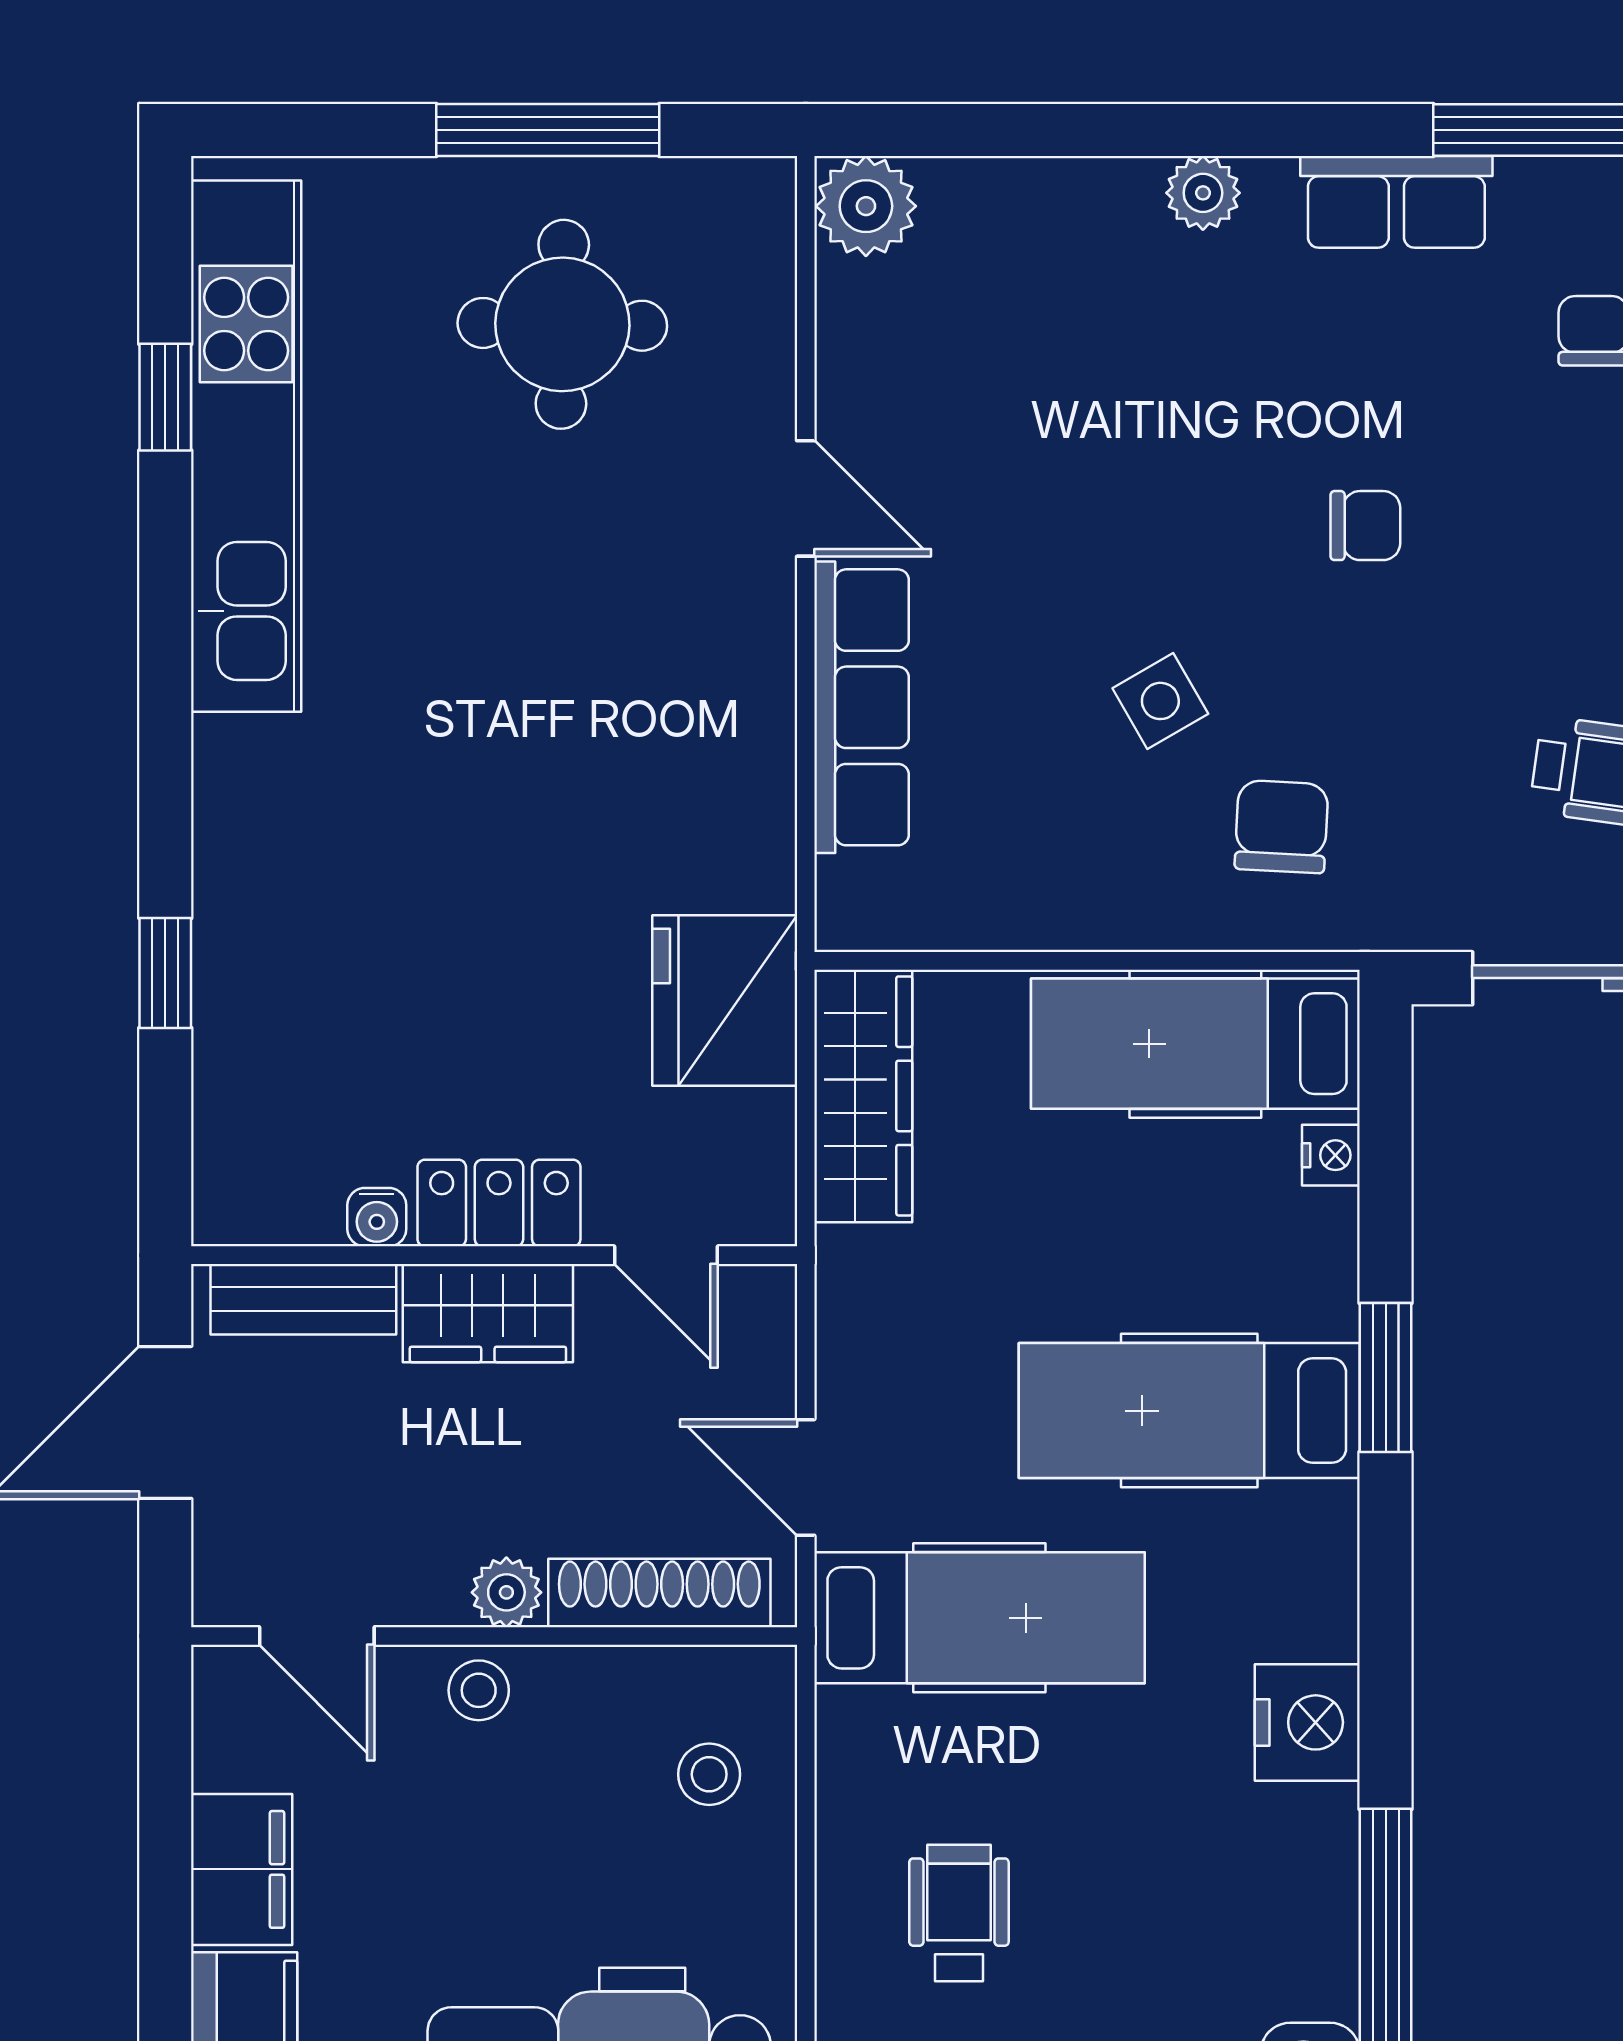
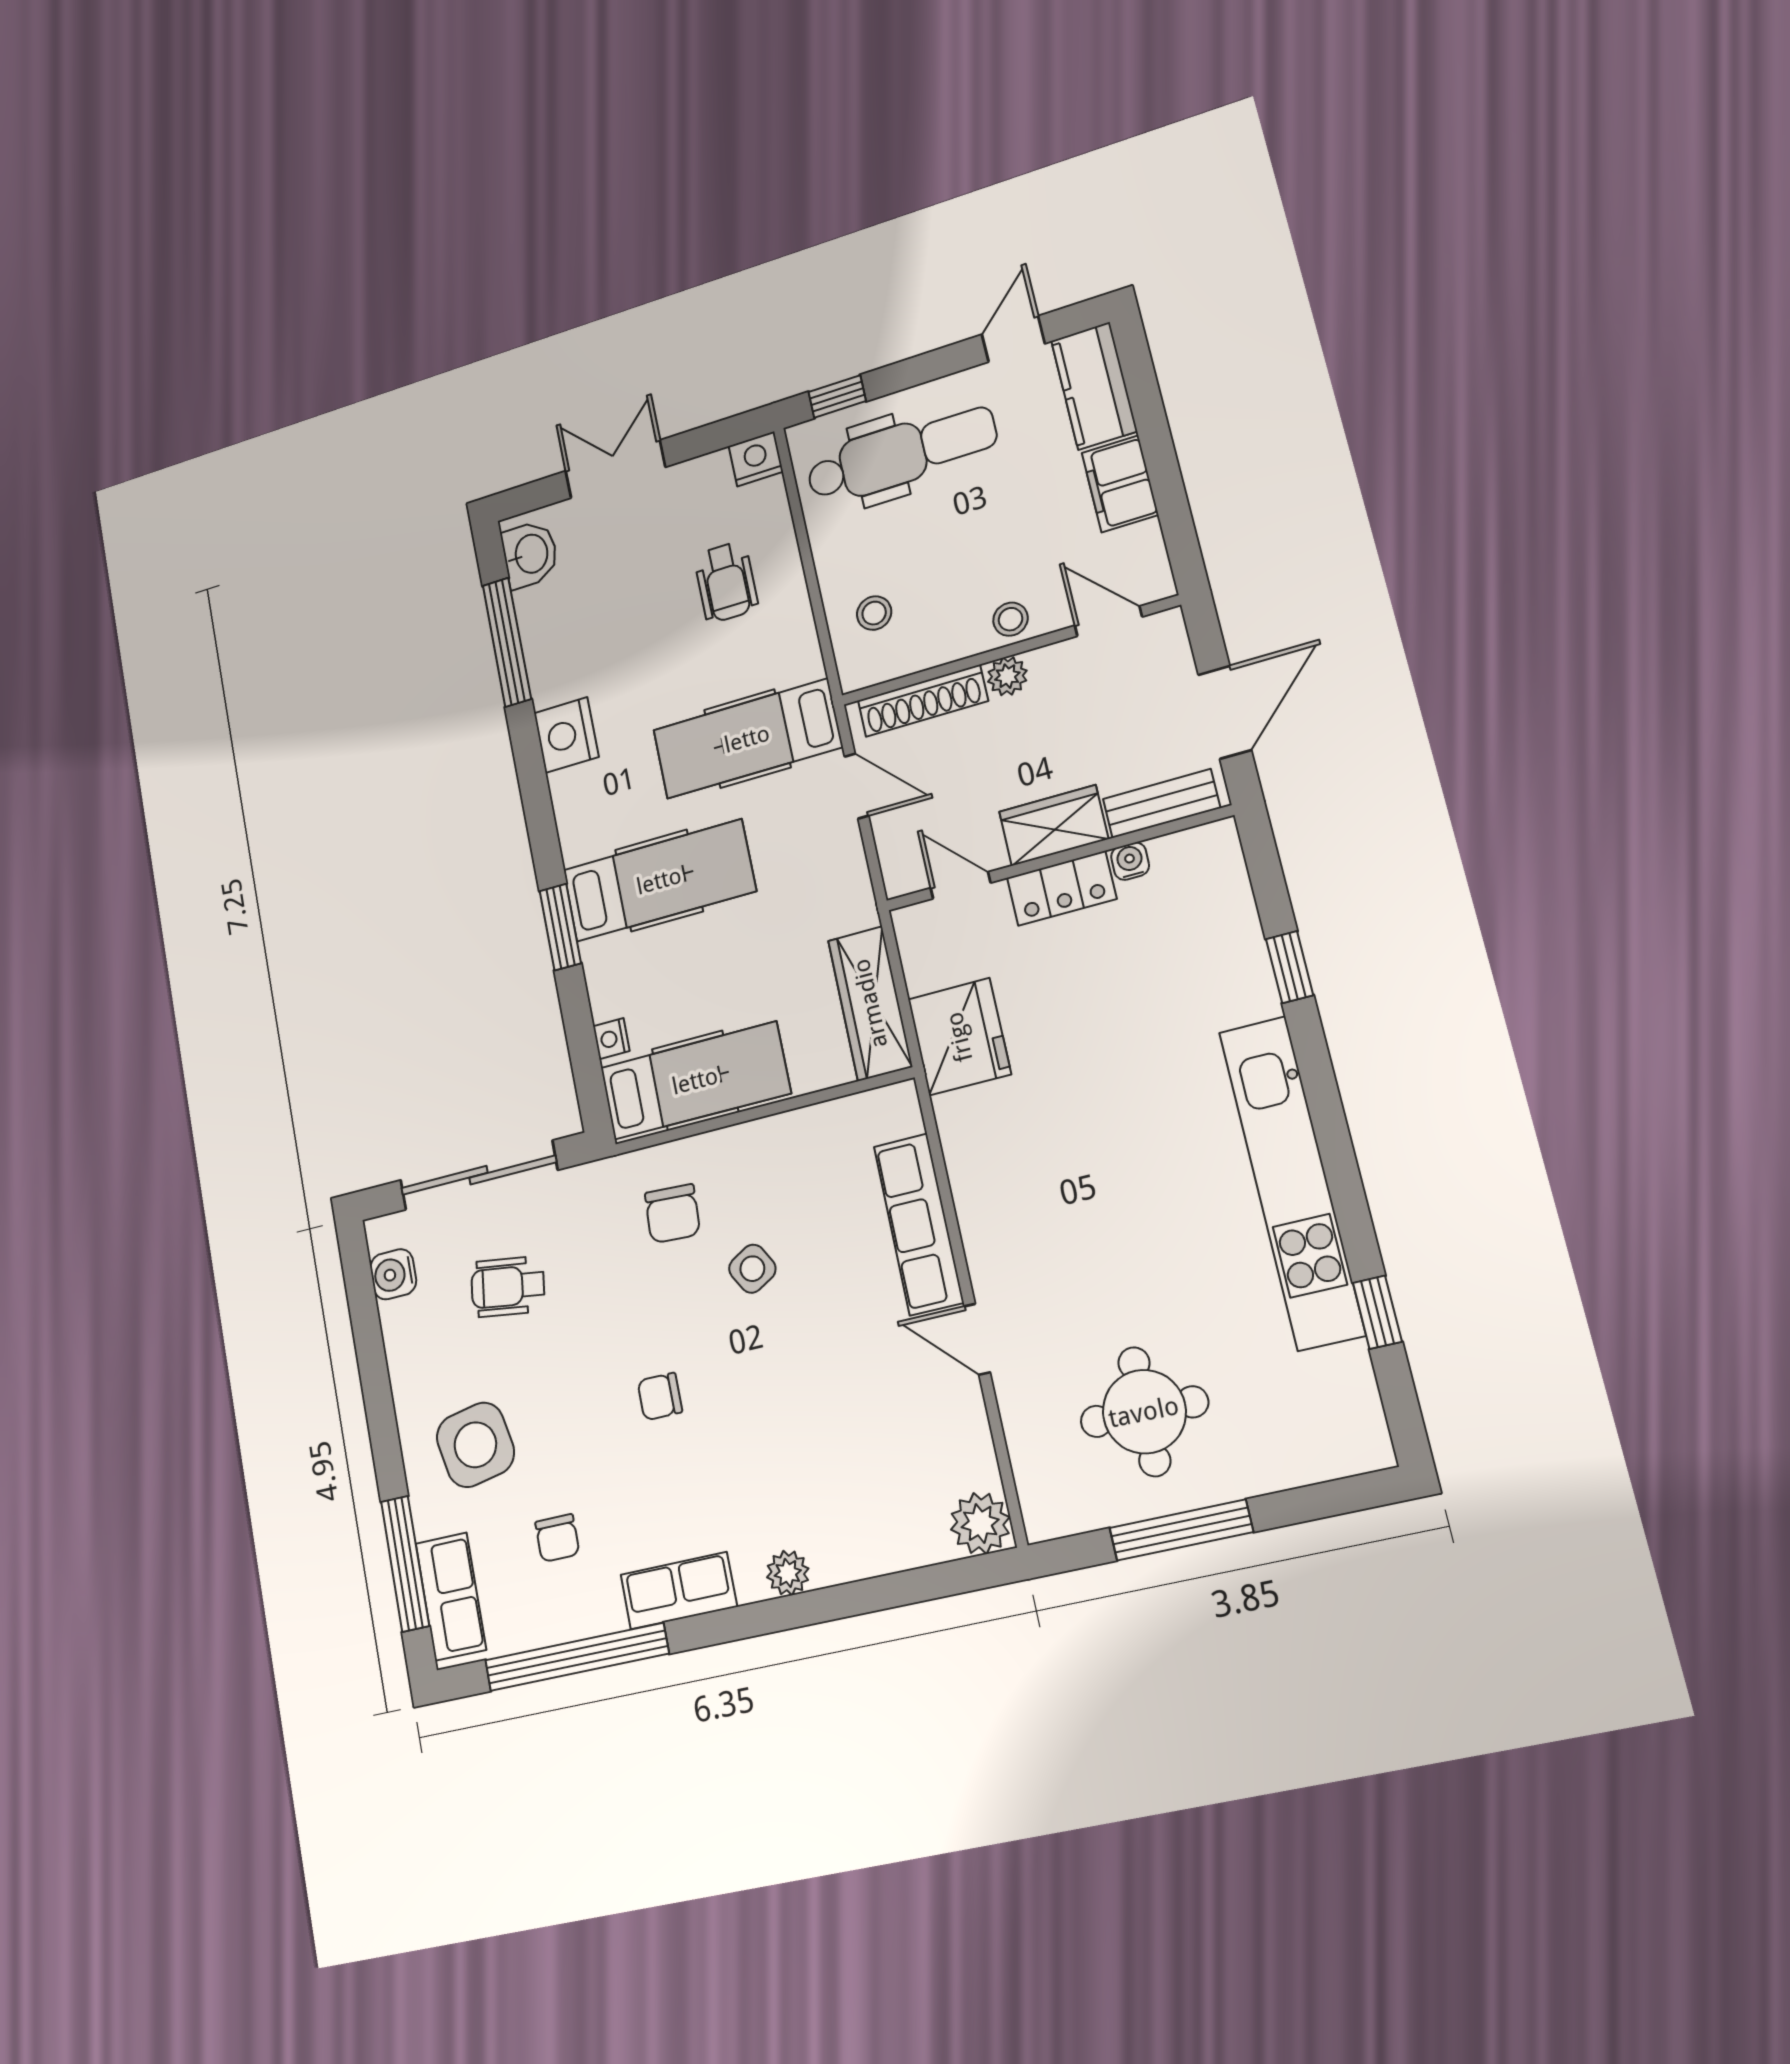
kitchen unit: (246, 446) -> (1292, 1182), moved

